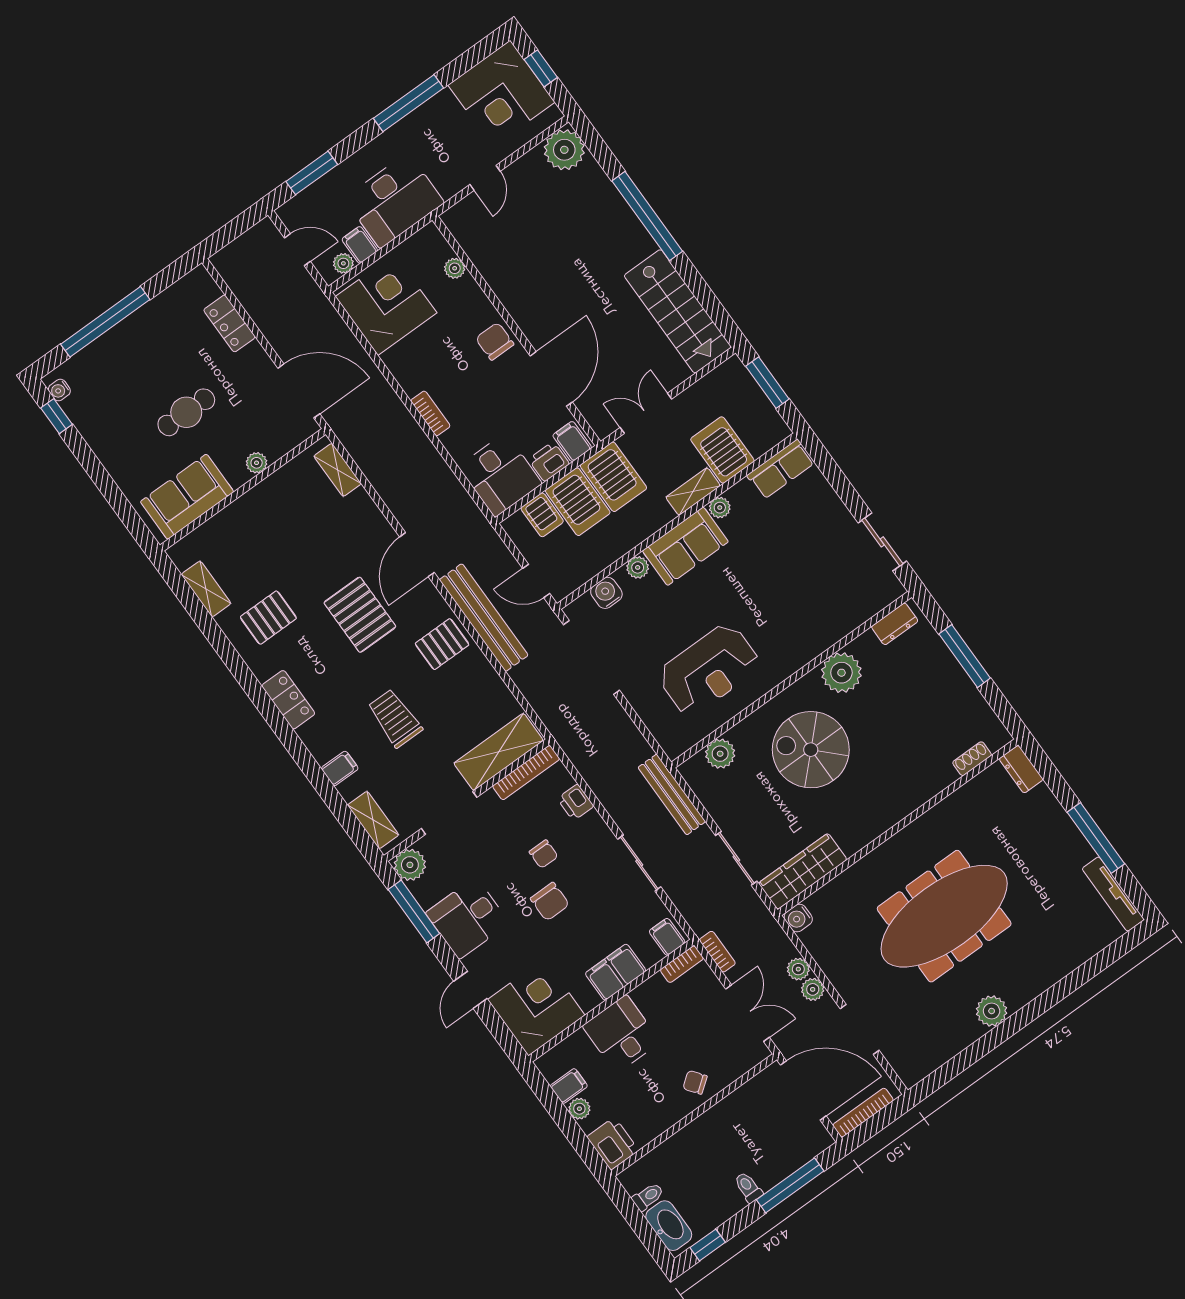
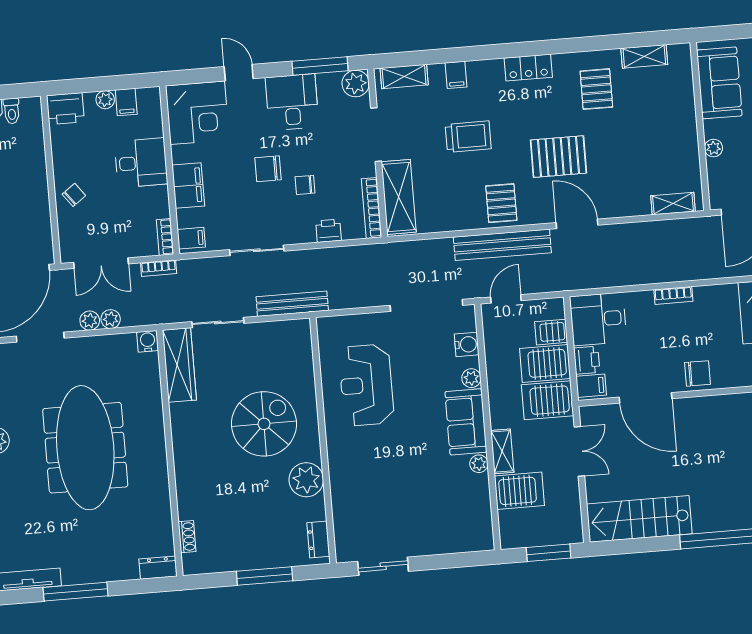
row of seats: (781, 469) -> (480, 525), removed
plant: (720, 754) -> (301, 357), removed

